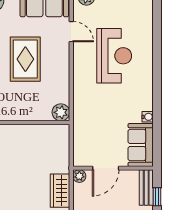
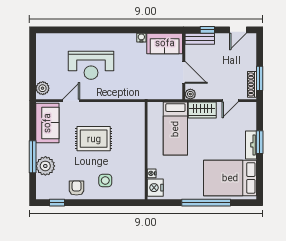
reception desk: (114, 56) -> (91, 65), turned 180
plant: (61, 112) -> (138, 109), removed
bed: (37, 158) -> (175, 129), added

